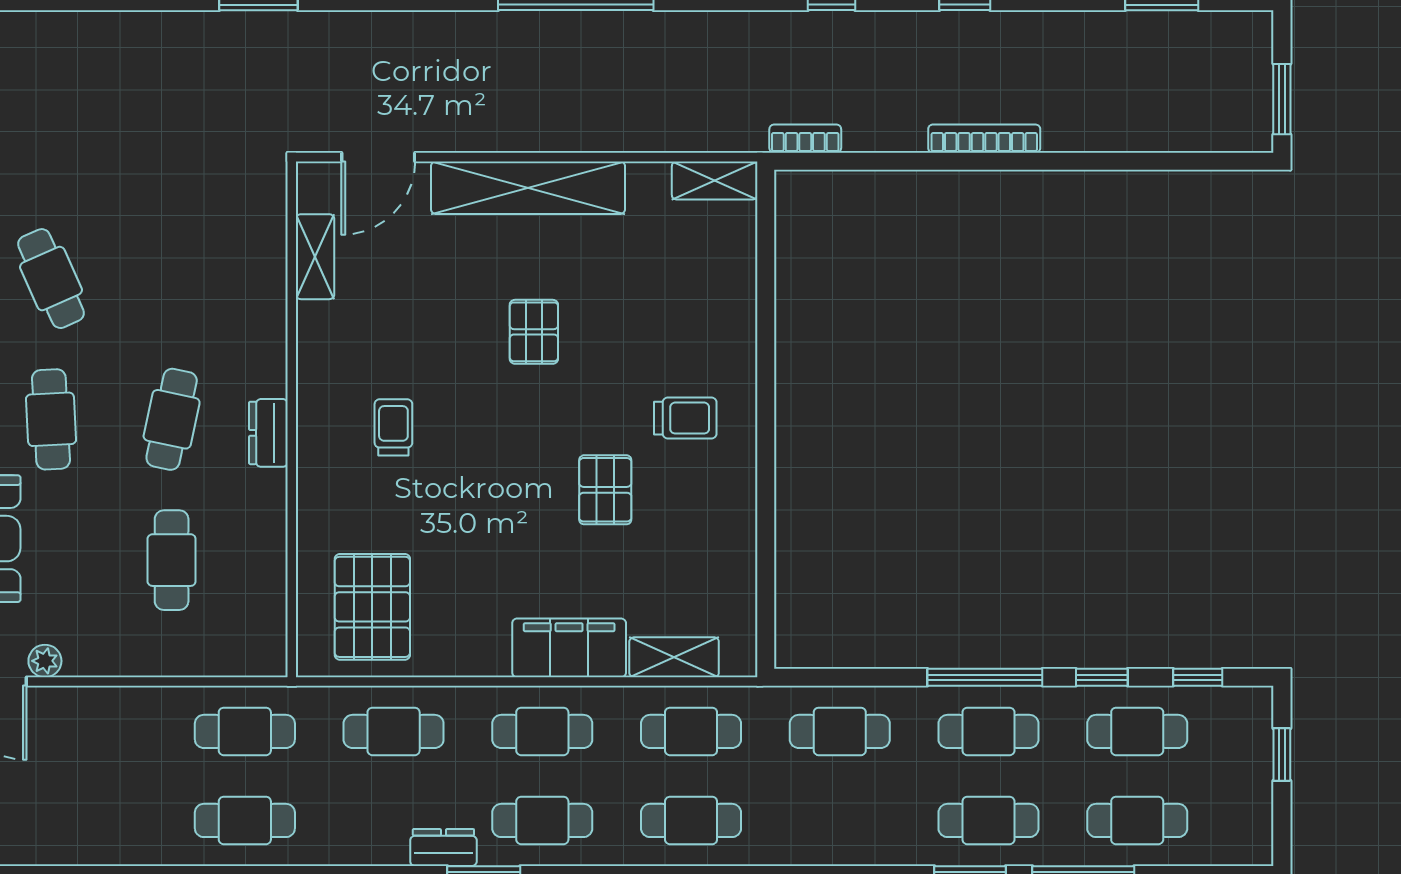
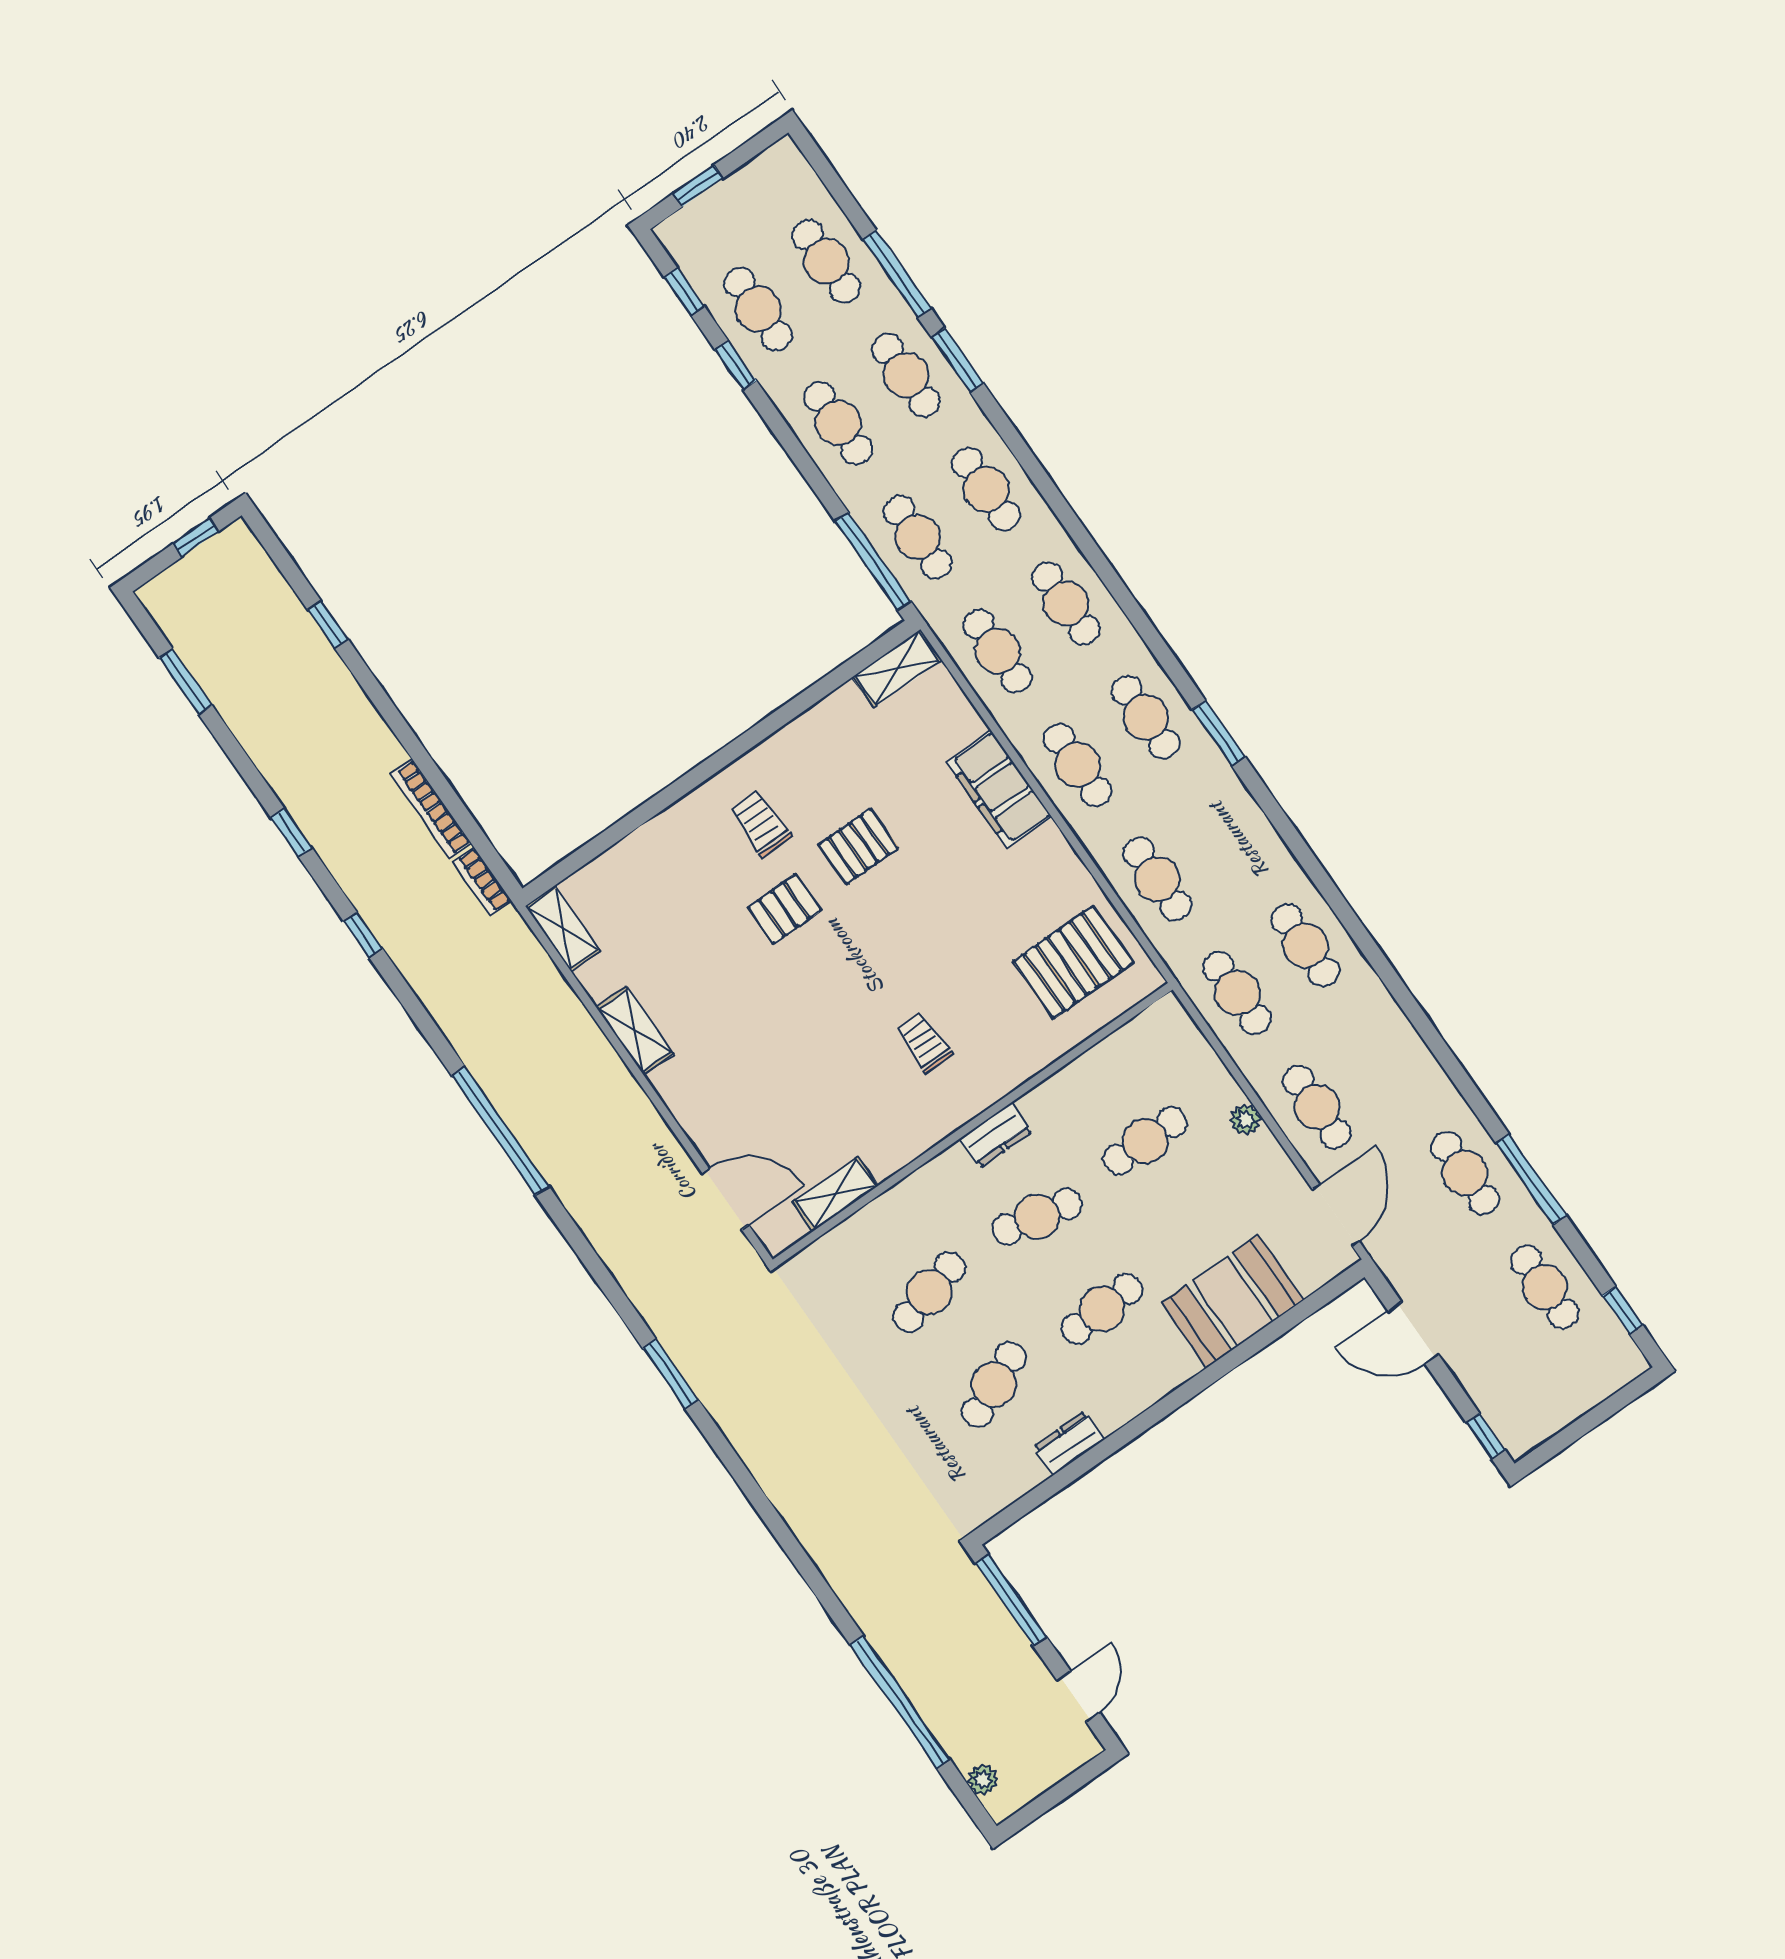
window: (1282, 99) -> (196, 537), width x0.67
bookcase: (984, 139) -> (431, 809), moved
window: (1125, 161) -> (328, 625), added
shelving: (528, 188) -> (635, 1031), width x0.45, depth x0.75
cafe table: (172, 279) -> (929, 1292), added
pallet: (534, 332) -> (784, 909), moved
trolley: (393, 427) -> (924, 1042), turned 90
shelving: (674, 657) -> (897, 669), moved, turned 90
plant: (45, 661) -> (1245, 1120), moved
window: (985, 677) -> (873, 561), moved
cafe table: (96, 731) -> (1317, 1107), added
cafe table: (840, 820) -> (986, 489), added
dresser: (443, 847) -> (1219, 778), removed

